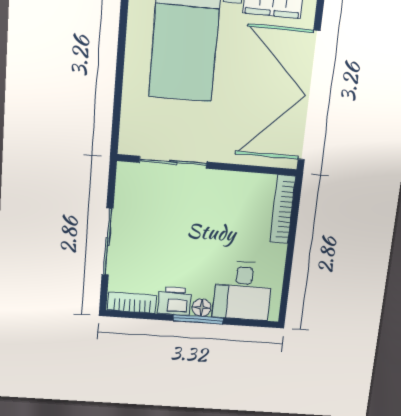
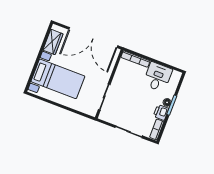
desk: (243, 291) -> (158, 77), moved, turned -90

